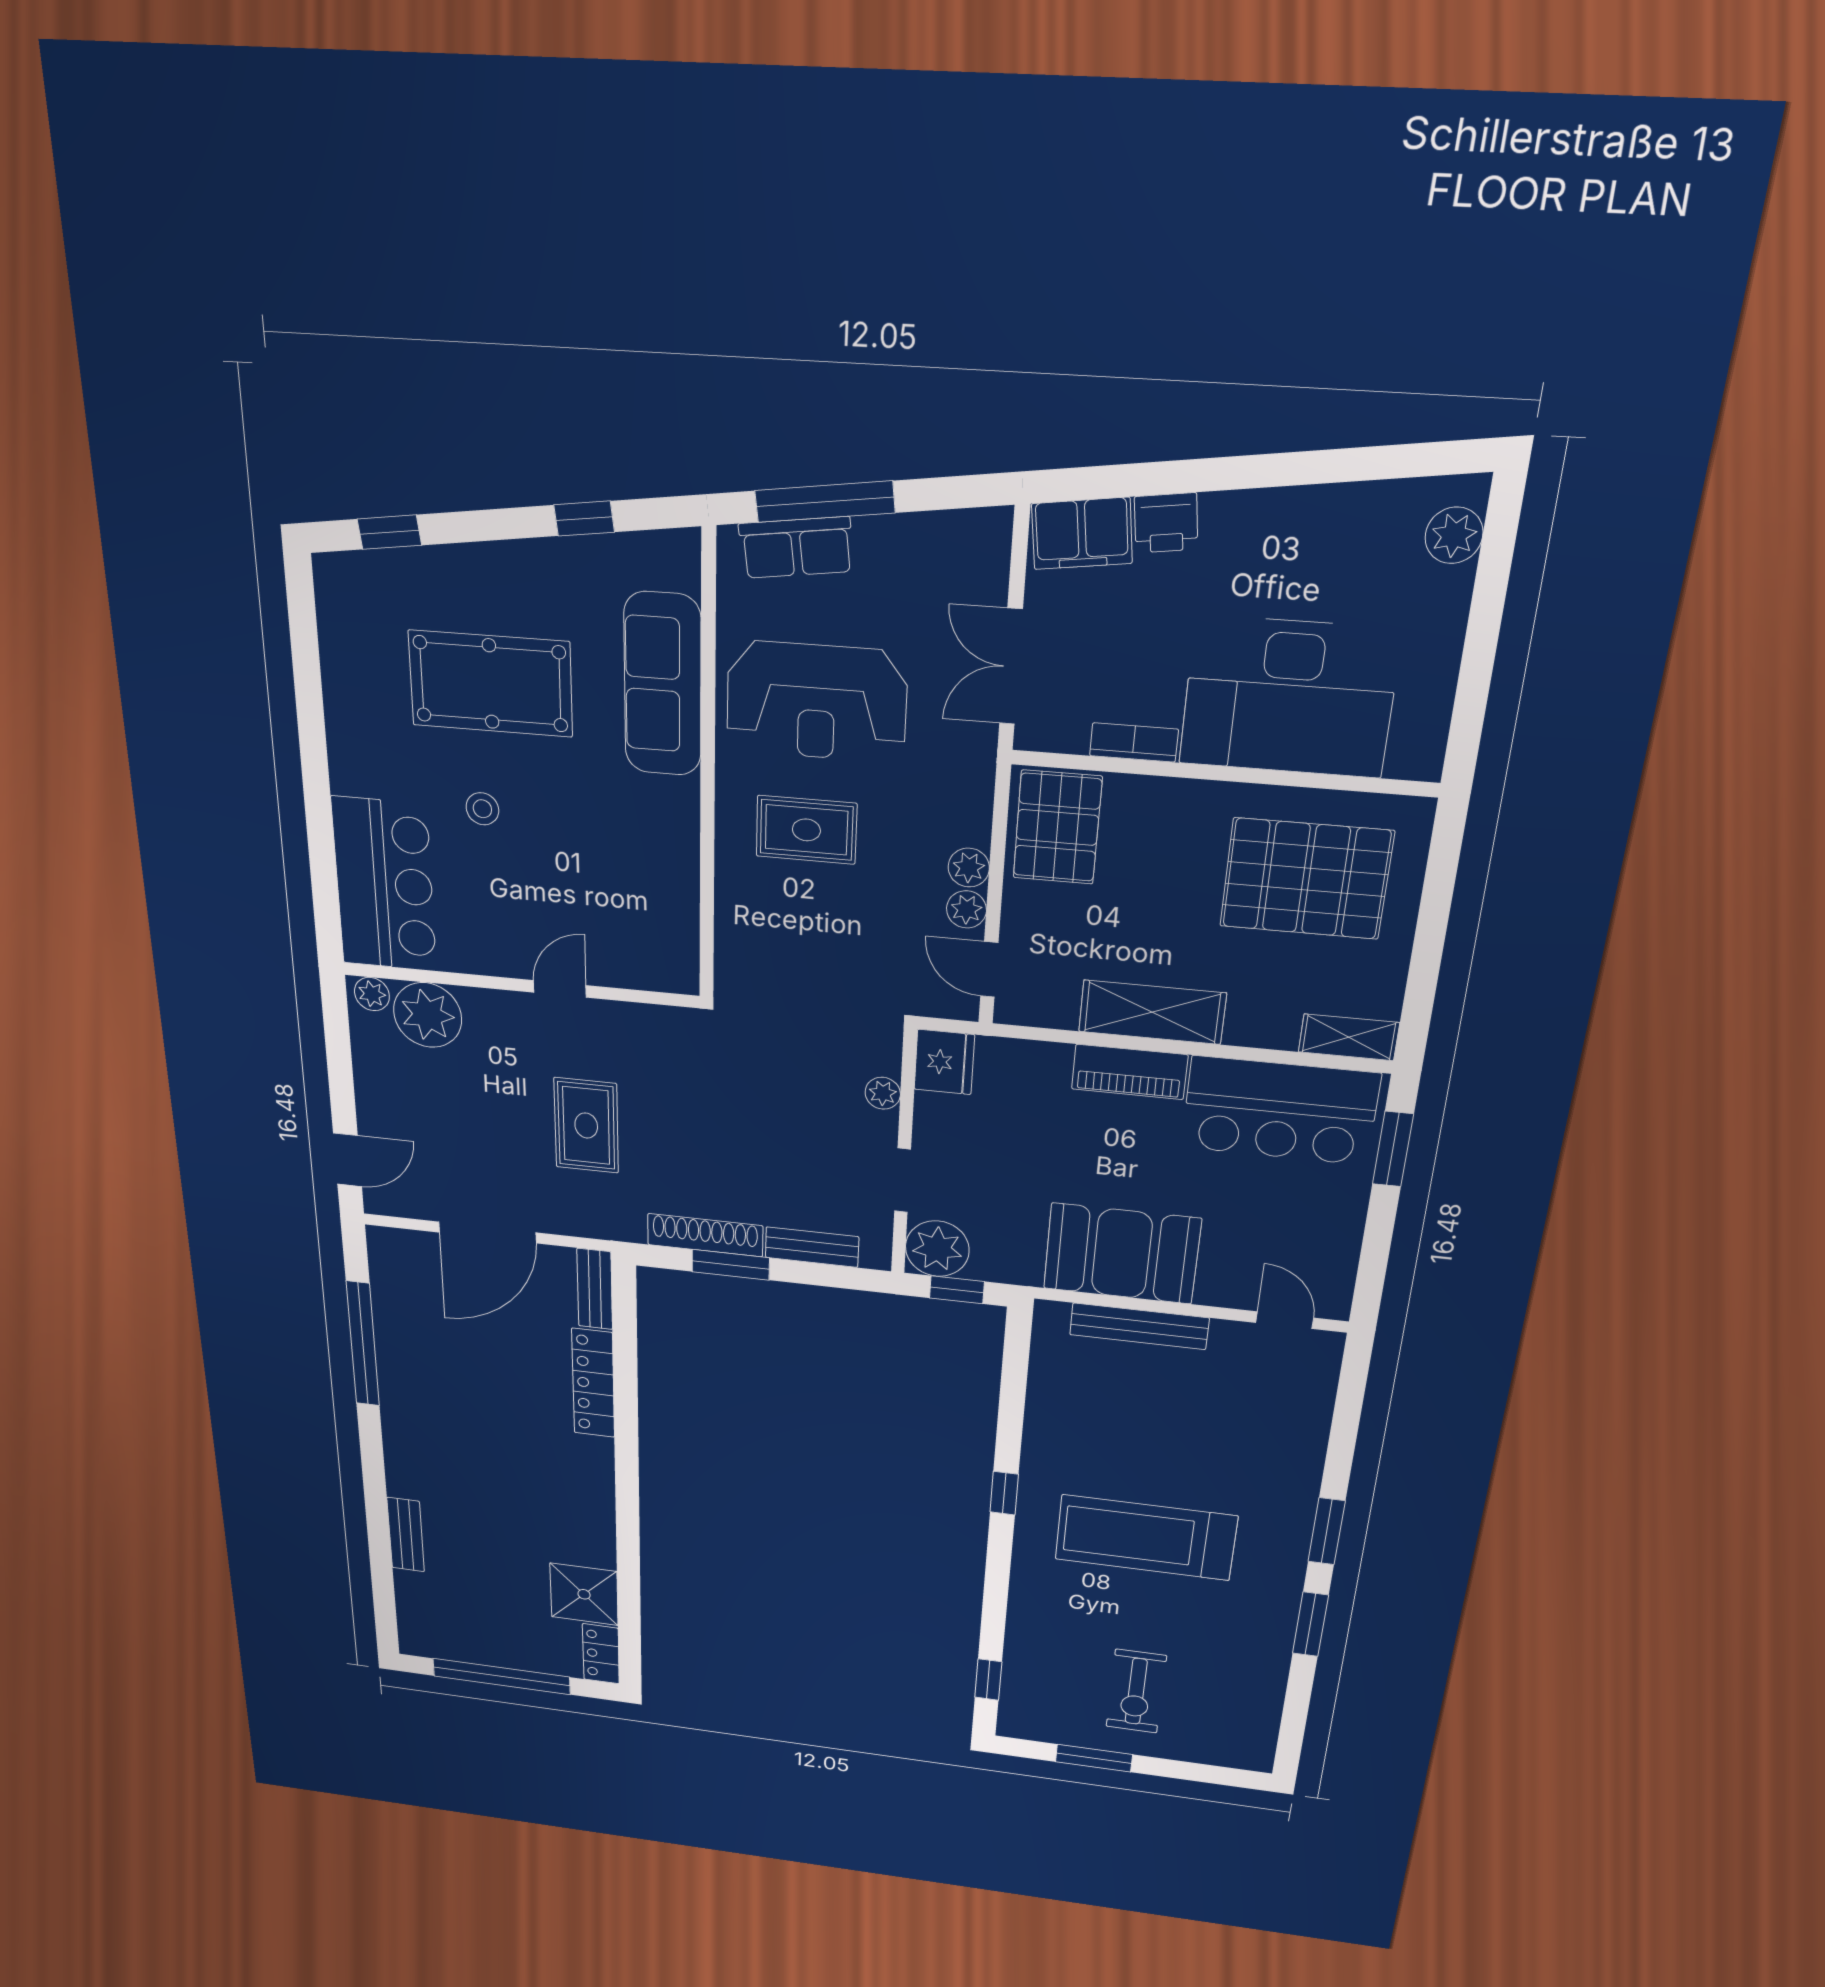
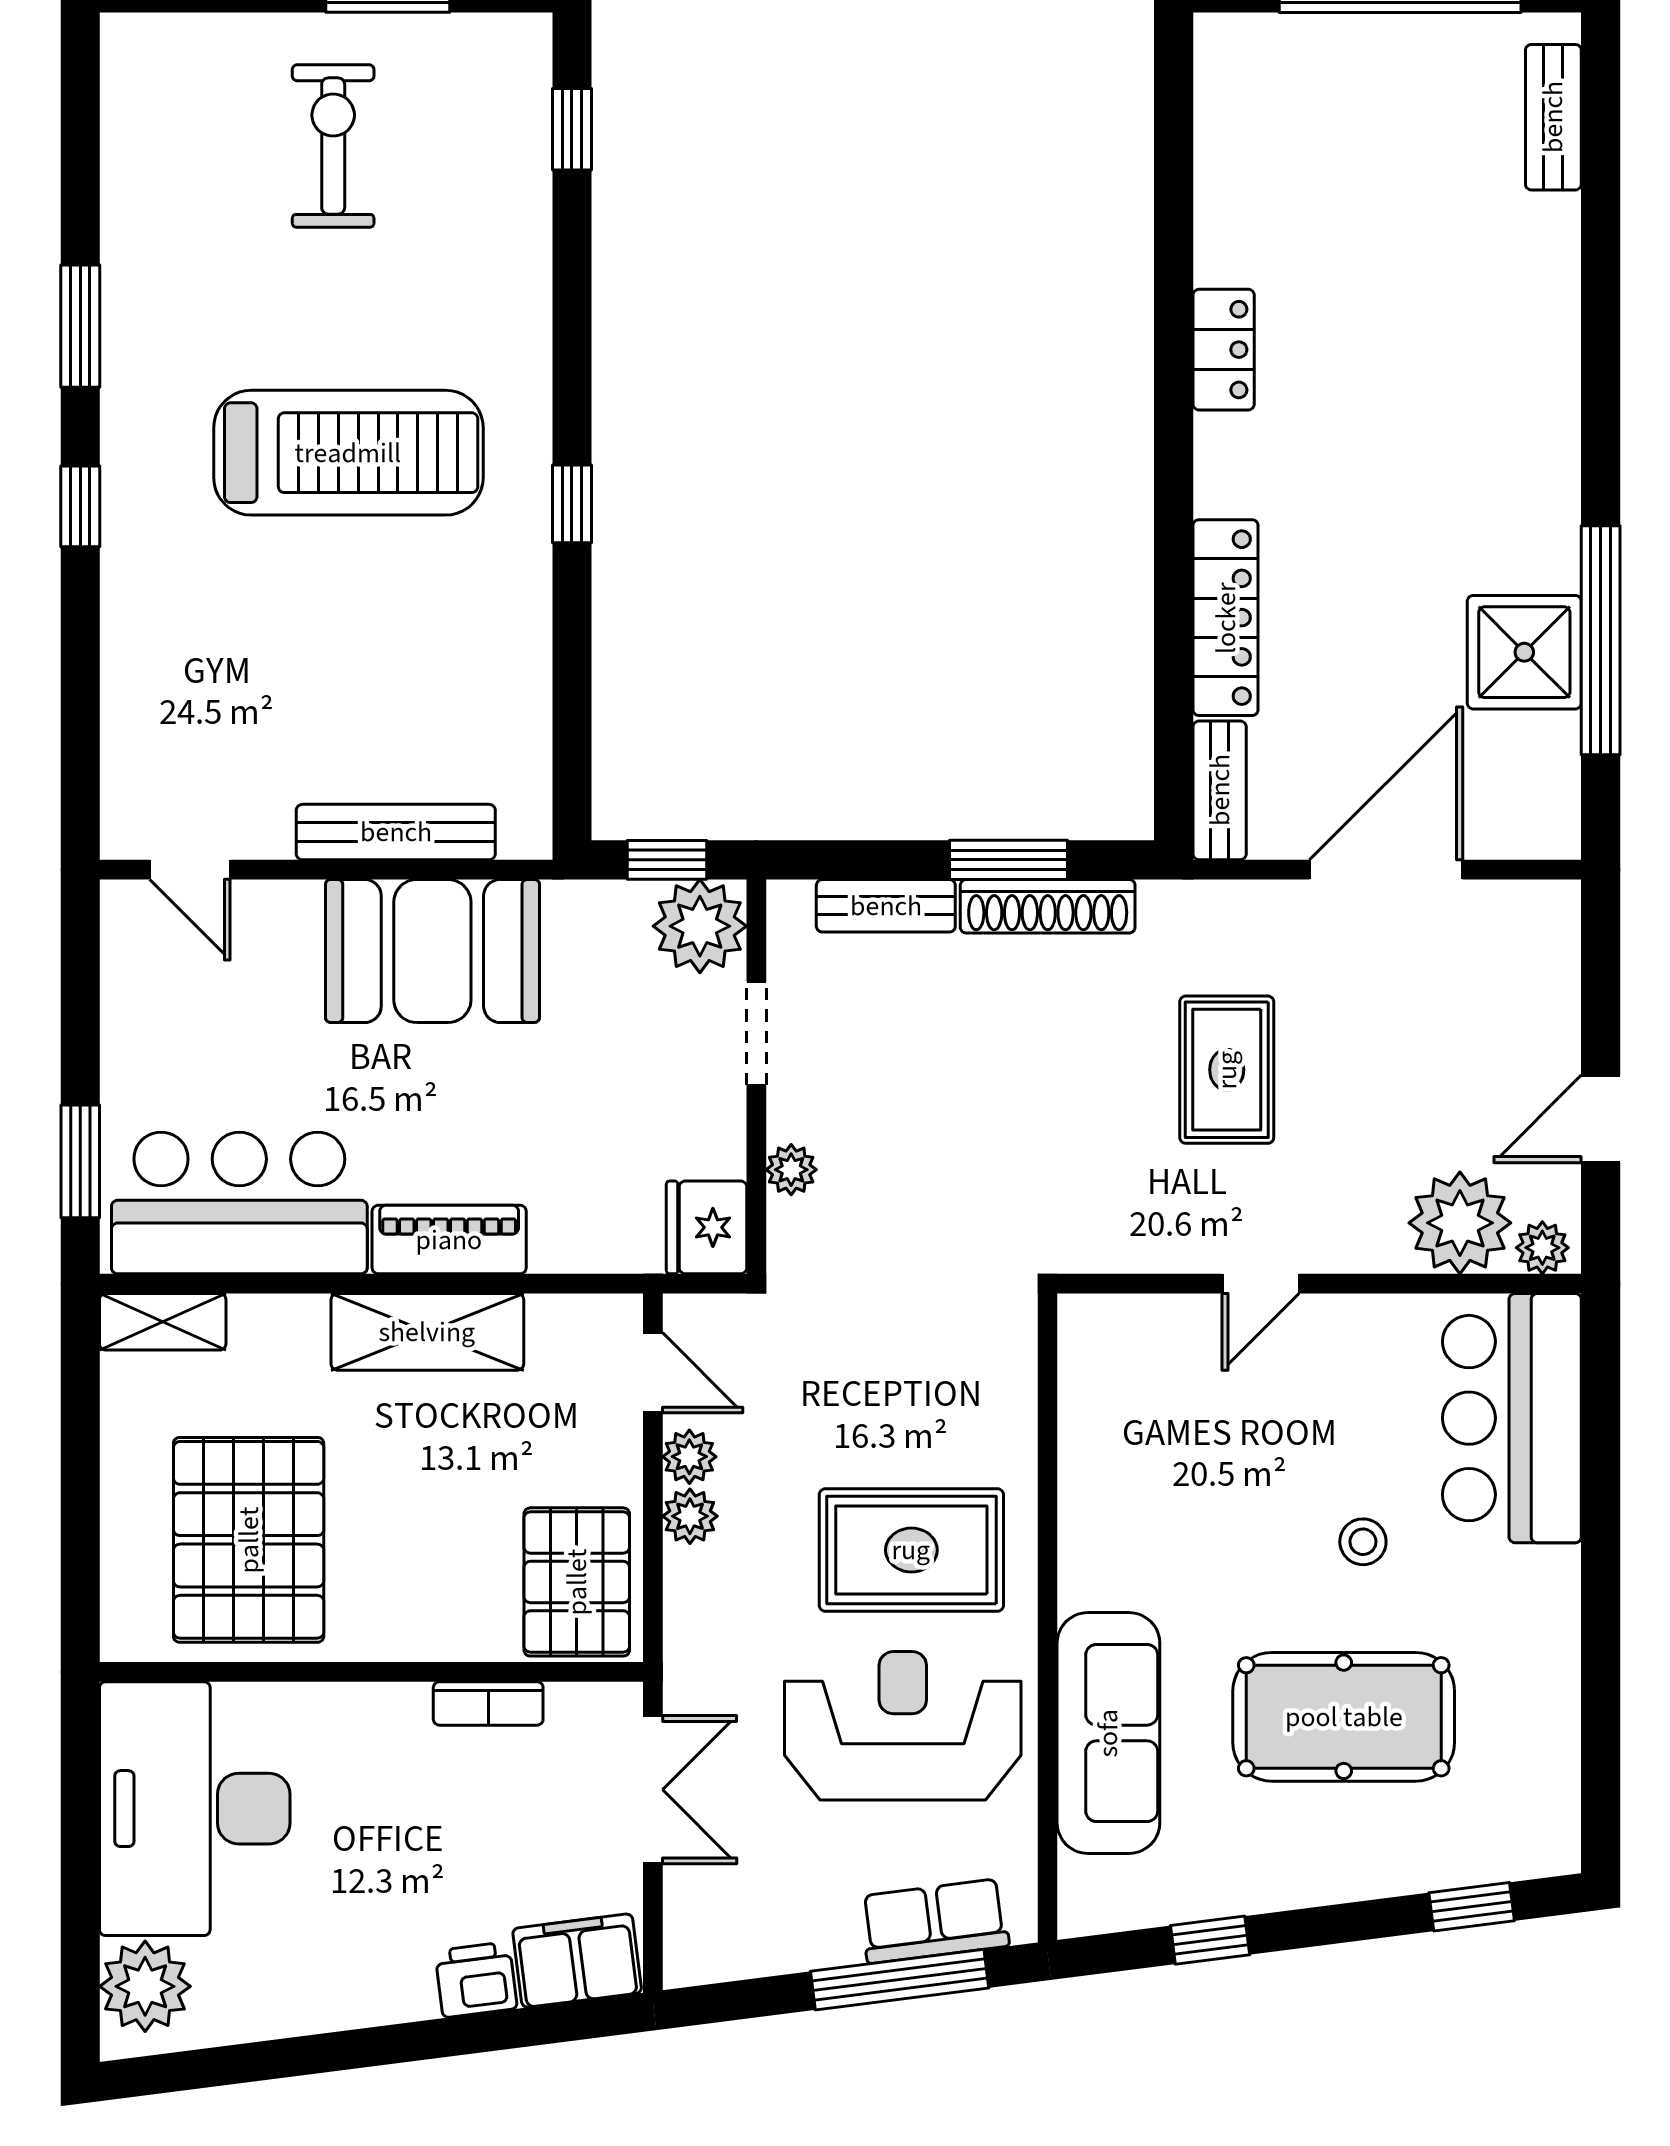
plant: (1454, 535) -> (145, 1986), width x1.36, depth x1.36
desk: (1289, 697) -> (195, 1809), moved, turned -90
rug: (806, 830) -> (911, 1550), width x1.36, depth x1.43
pallet: (1306, 879) -> (249, 1540), turned 90
door: (348, 1160) -> (1601, 1119), moved
window: (1327, 1531) -> (80, 506), width x0.67
bench: (406, 1535) -> (1553, 117), moved
shower: (584, 1594) -> (1524, 652), moved
locker: (601, 1654) -> (1224, 350), moved

